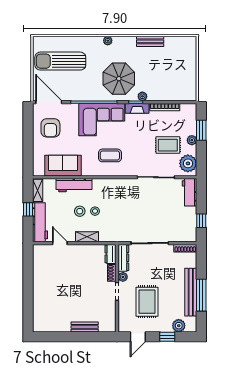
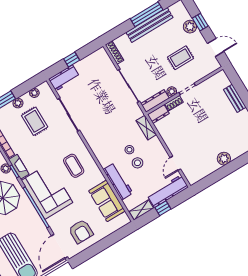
armchair: (50, 128) -> (81, 231), turned 90
plant: (188, 163) -> (34, 93), width x0.53, depth x0.53
window: (201, 221) -> (72, 59), moved
shelving: (87, 237) -> (146, 128), moved
plant: (39, 287) -> (224, 159), added
rug: (147, 302) -> (180, 58), width x0.73, depth x0.70
plant: (179, 326) -> (190, 27), moved

